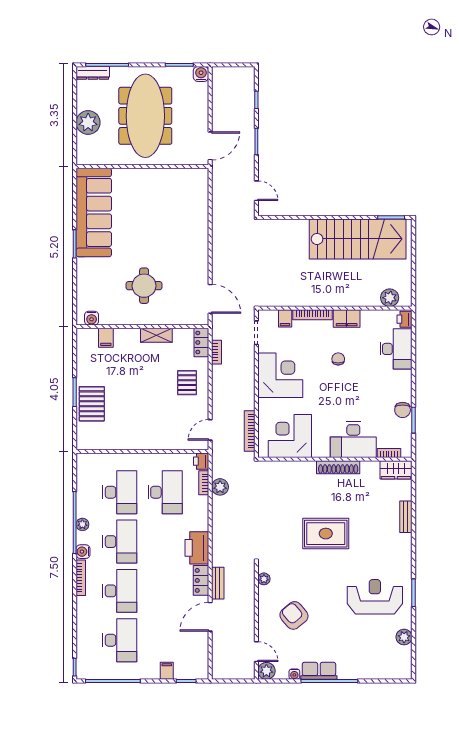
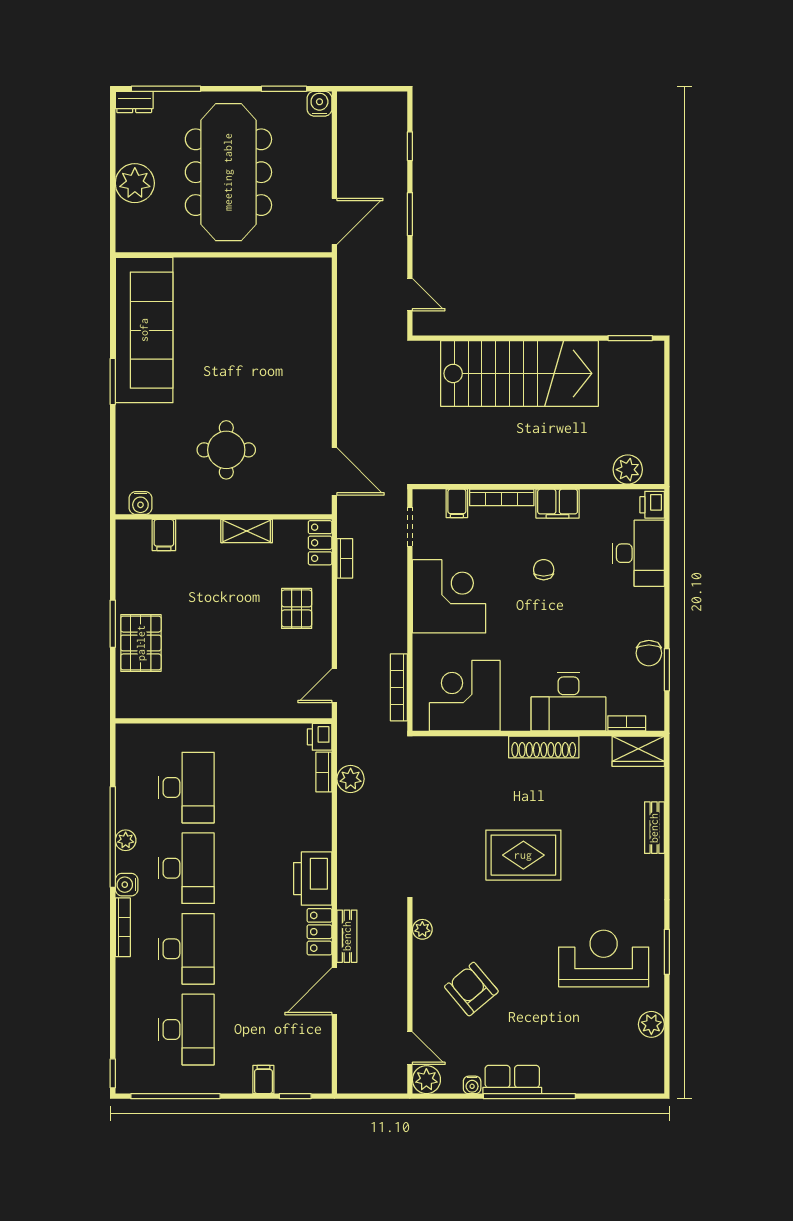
dresser: (93, 73) -> (134, 102), width x0.70
stairs: (358, 239) -> (519, 373), moved
desk: (165, 492) -> (261, 788), removed

